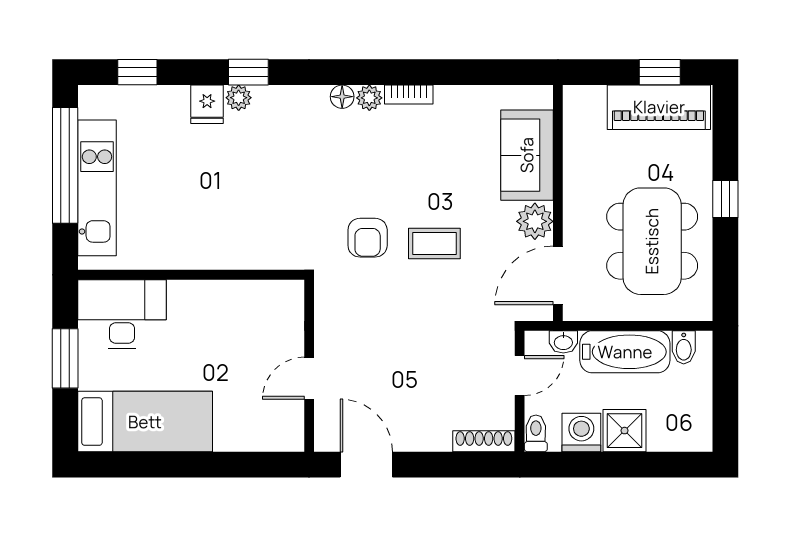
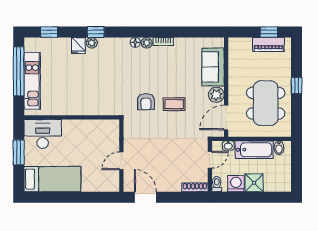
piano: (659, 107) -> (268, 45), width x0.73, depth x0.75

